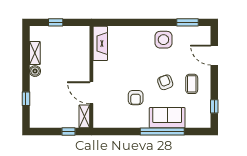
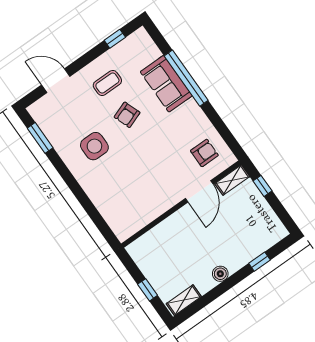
side table: (163, 40) -> (94, 146), moved
fireplace: (100, 43) -> (135, 221), removed
shelving: (35, 53) -> (184, 300), moved
door: (214, 55) -> (56, 81), swing flipped
armchair: (136, 98) -> (204, 153), moved

